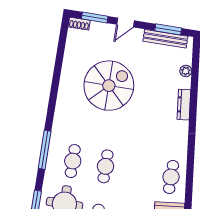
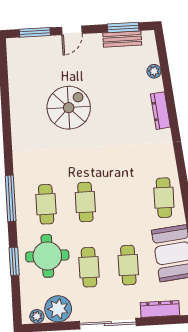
shoe rack: (79, 24) -> (19, 44), removed
bench: (165, 39) -> (122, 39), width x0.73
spiral stairs: (109, 86) -> (69, 108), width x0.73, depth x0.73

